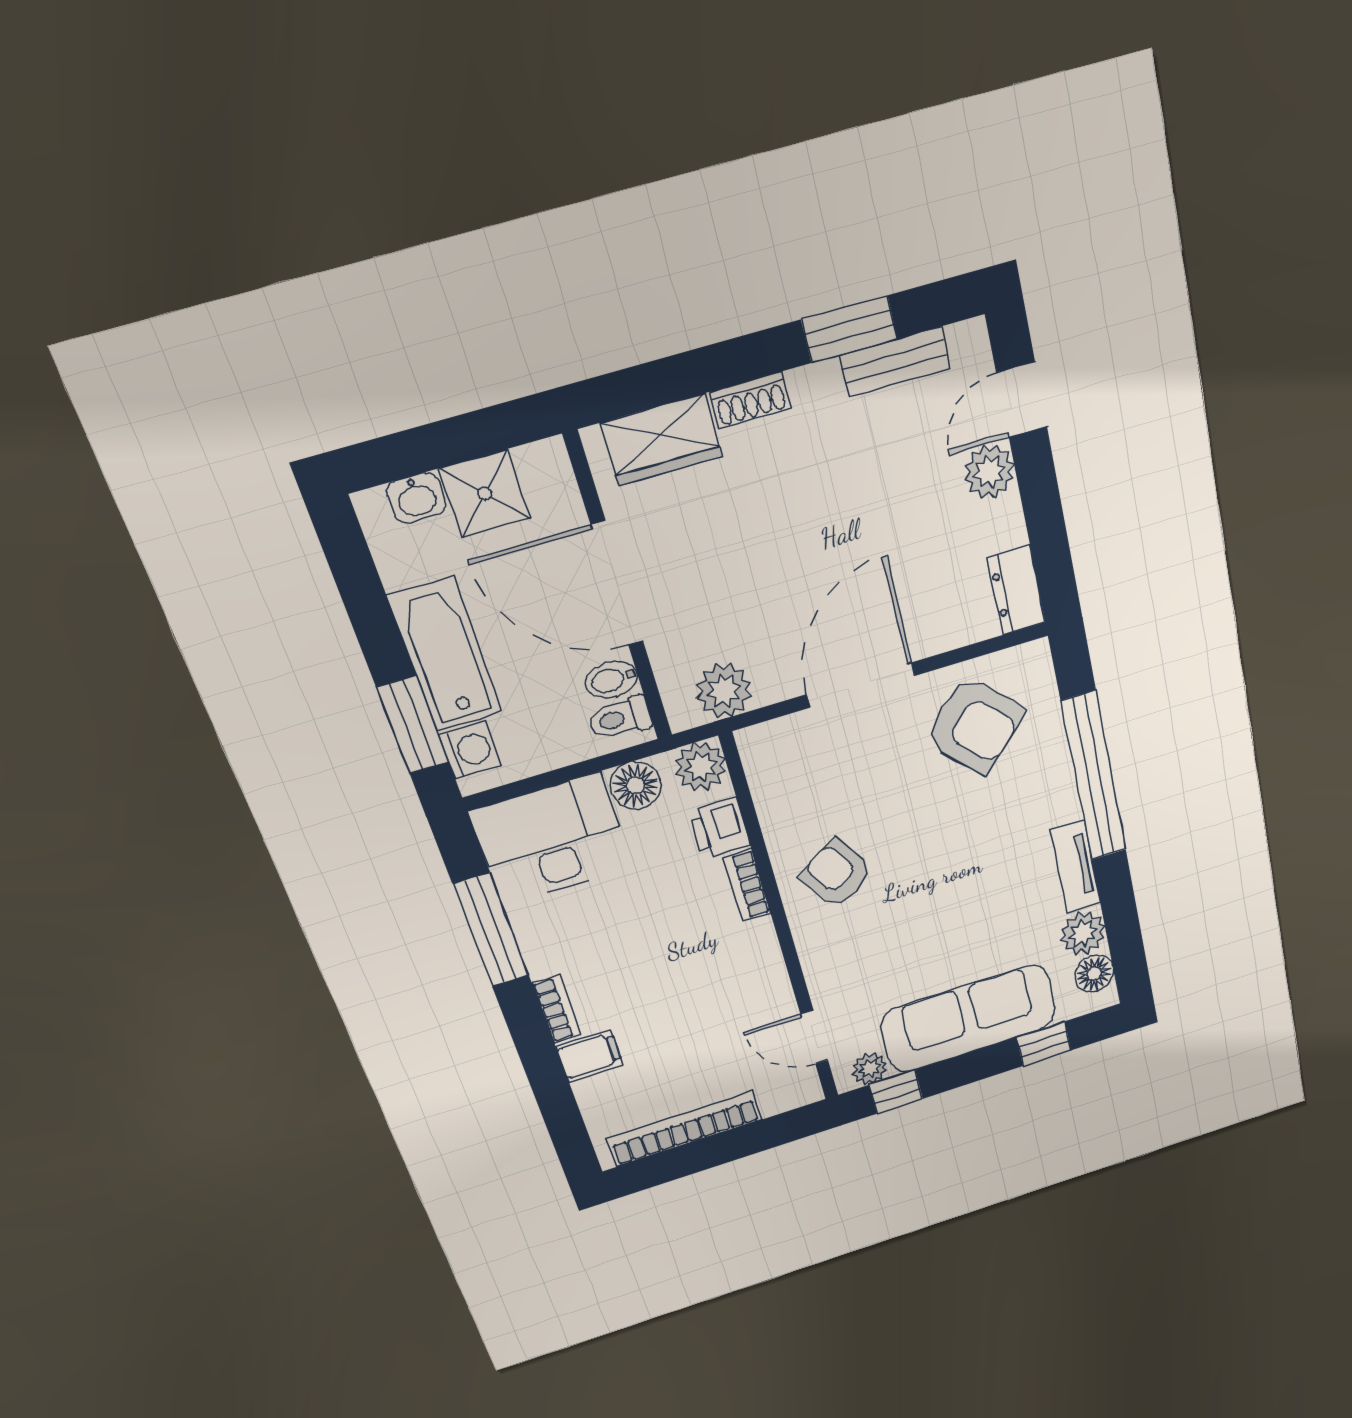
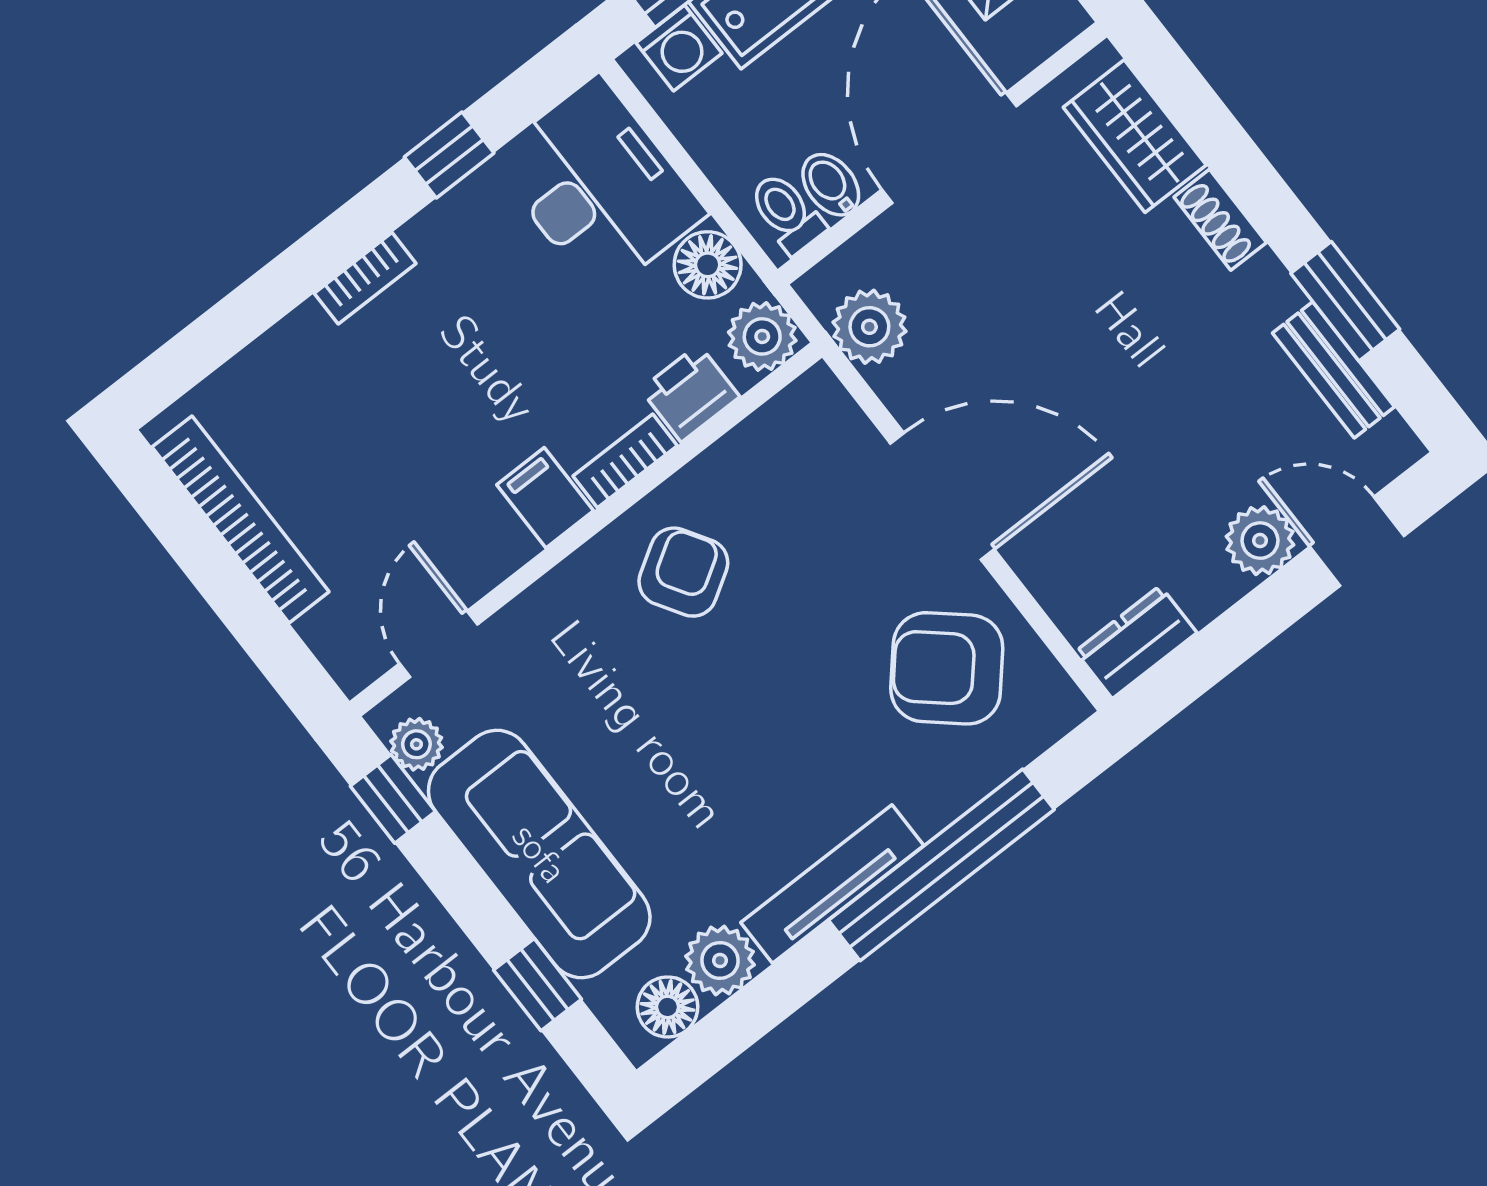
armchair: (974, 726) -> (947, 668), turned 86
tv unit: (1075, 867) -> (832, 884), width x1.41
window: (491, 930) -> (449, 155), width x0.46
filing cabinet: (590, 1056) -> (545, 498), moved, turned 180

